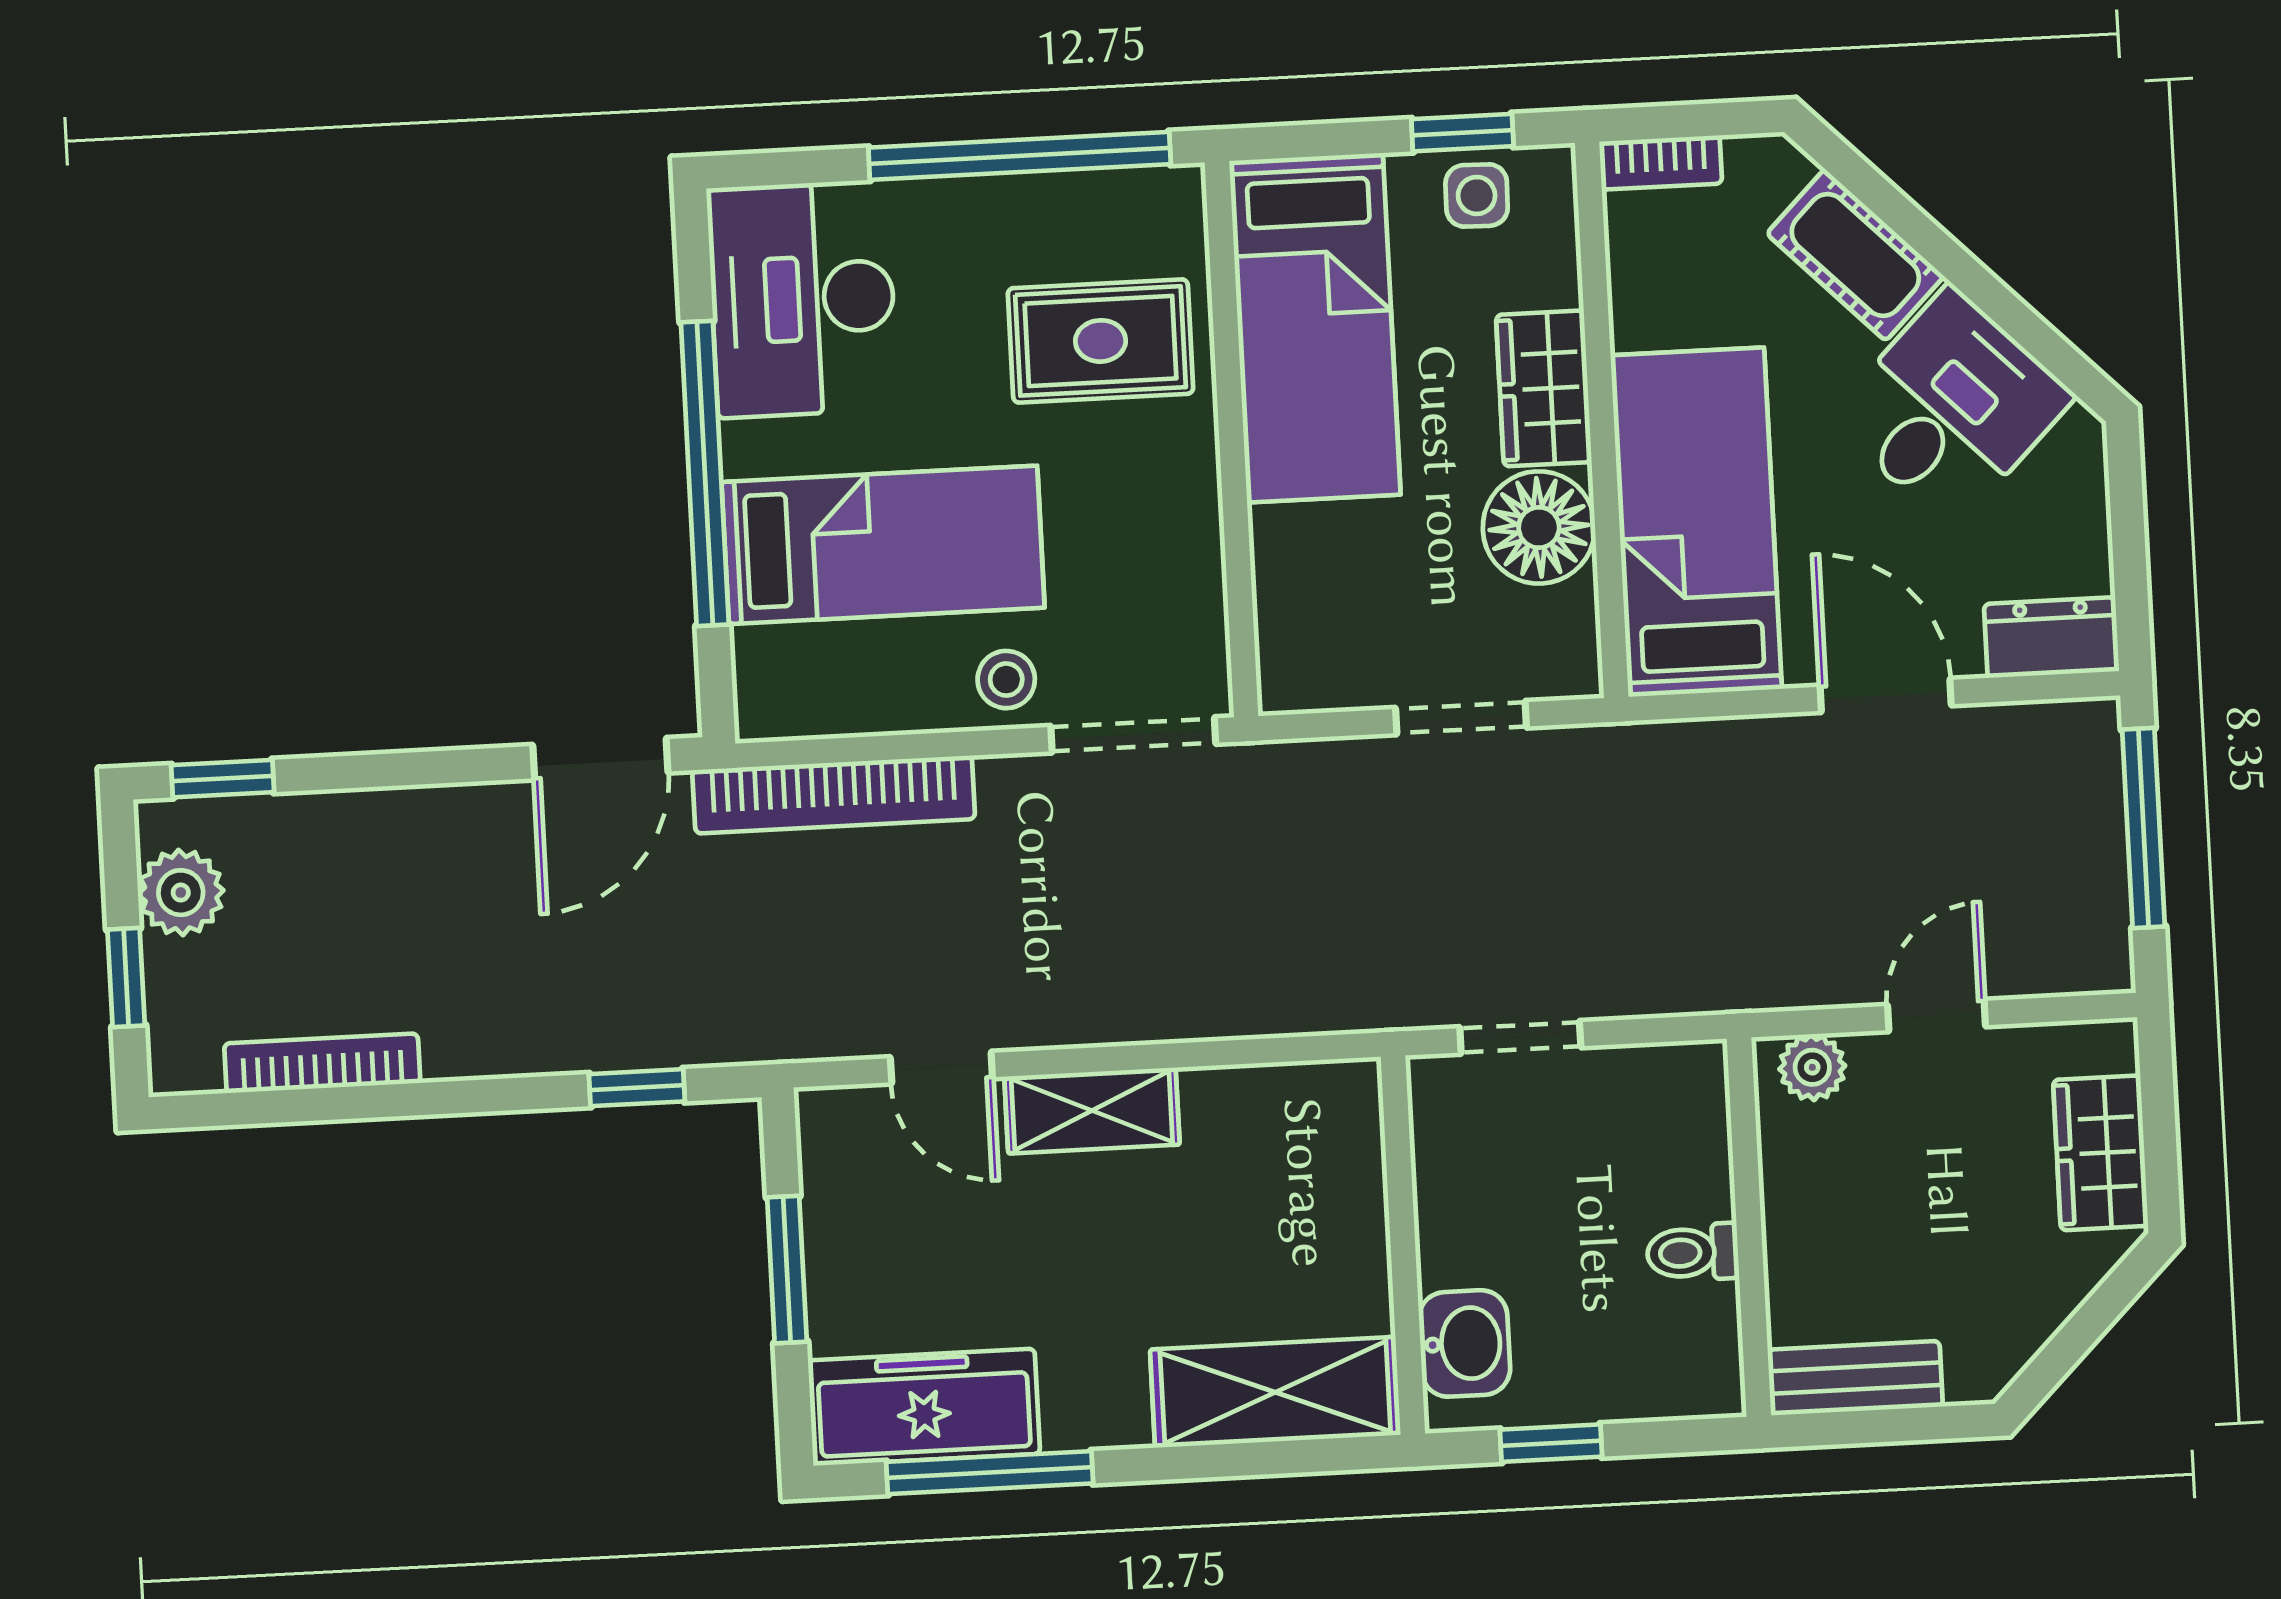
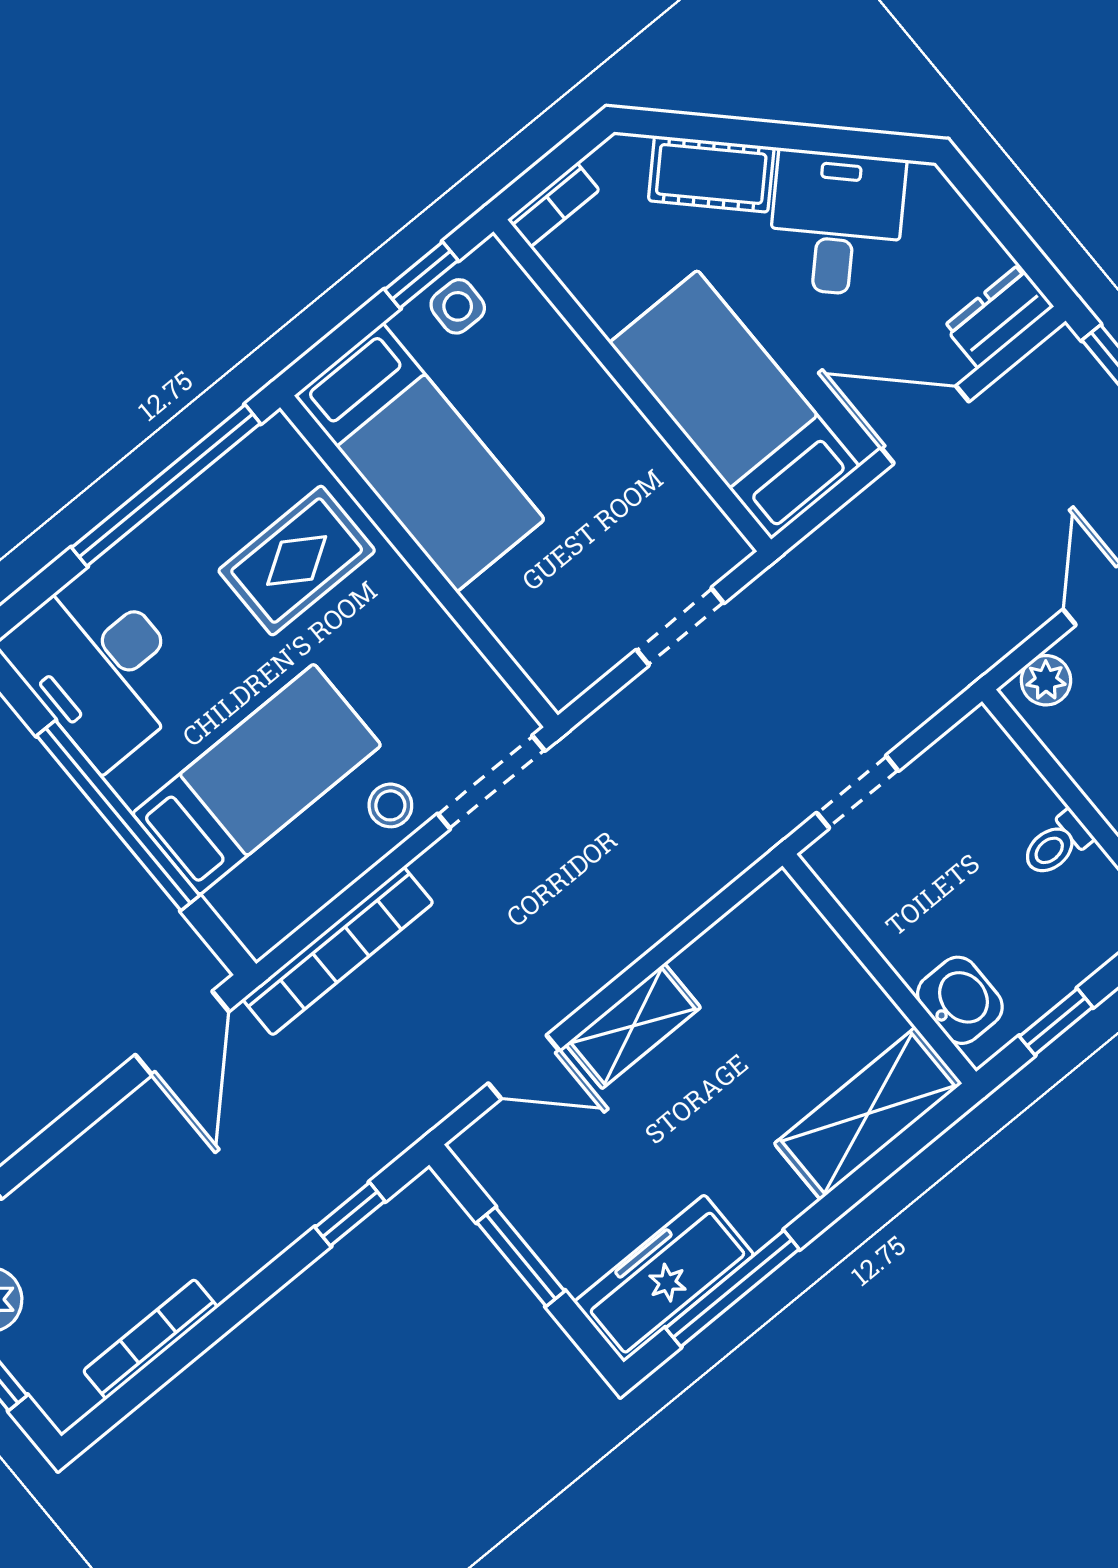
wardrobe: (1544, 388) -> (584, 392), removed
floor lamp: (1539, 527) -> (642, 478), removed

